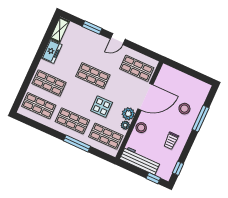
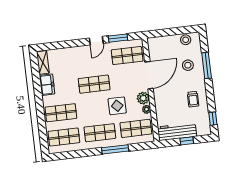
window: (92, 27) -> (118, 38), moved
stool: (141, 128) -> (186, 40), moved
window: (153, 178) -> (187, 141), moved

